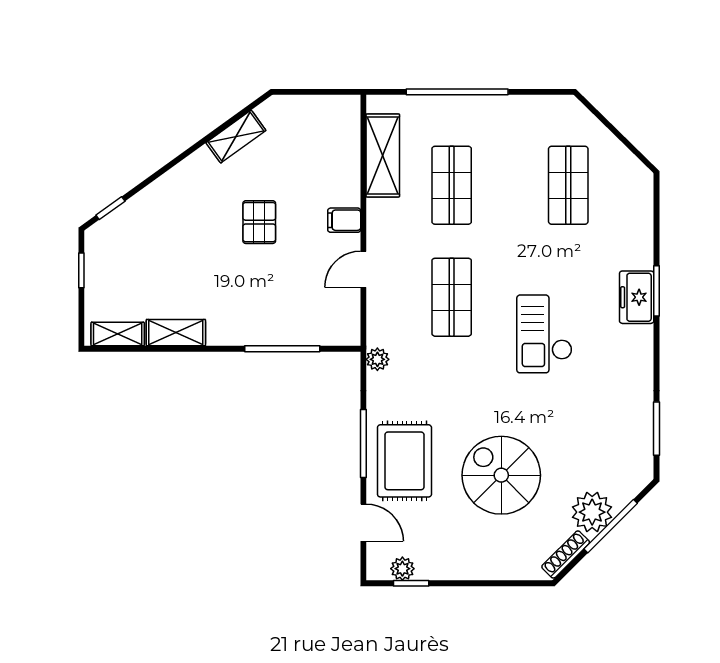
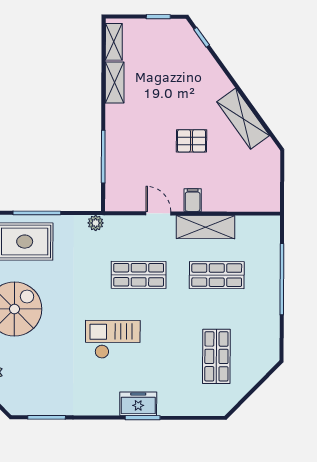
shelving: (236, 137) -> (243, 119), width x1.50, depth x1.33
shelving: (383, 155) -> (206, 227), moved
shop shelf: (568, 185) -> (216, 356), turned 90

